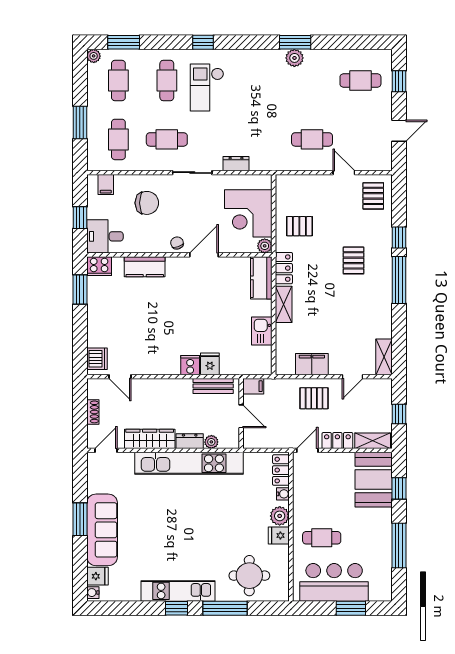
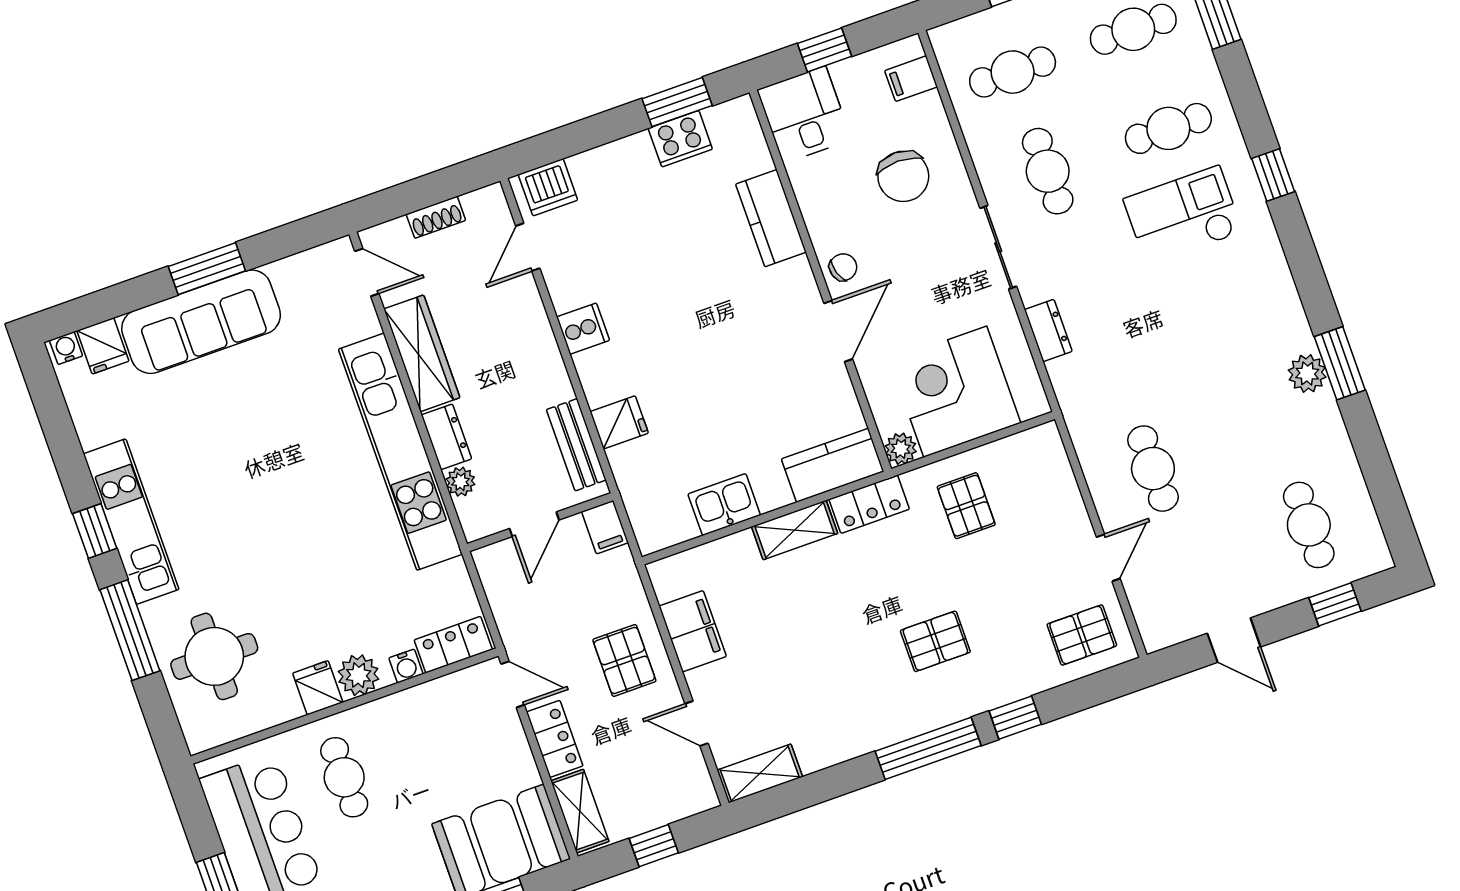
door: (204, 255) -> (838, 331), hinge flipped
cooker: (99, 266) -> (680, 139), moved, turned -90
cooker: (190, 365) -> (583, 329), moved

